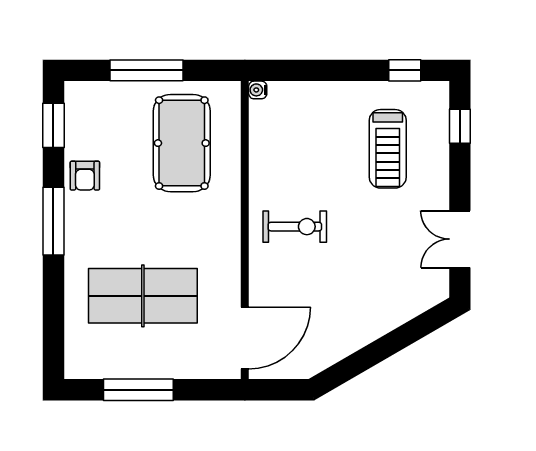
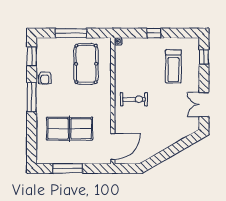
window: (405, 70) -> (154, 33), moved

